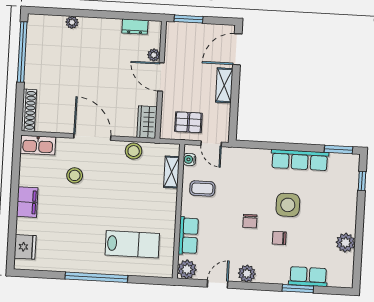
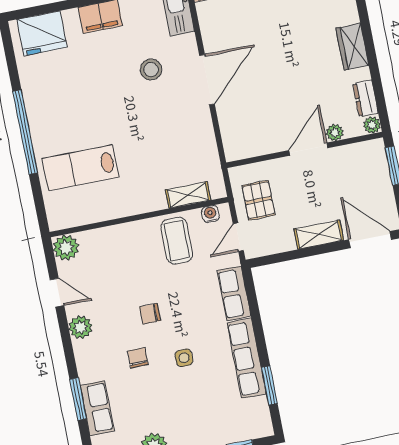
plant: (72, 22) -> (372, 125), moved
wardrobe: (147, 122) -> (352, 47), moved, turned -90
window: (339, 149) -> (269, 385), moved
stool: (134, 151) -> (203, 138), removed
coffee table: (202, 188) -> (177, 241), width x1.36, depth x1.30
side table: (288, 205) -> (184, 358), width x0.54, depth x0.54
row of seats: (188, 236) -> (234, 293), moved, turned 90
lab bench: (132, 244) -> (80, 168), turned 90
fridge: (25, 247) -> (42, 33), width x1.36, depth x1.34

